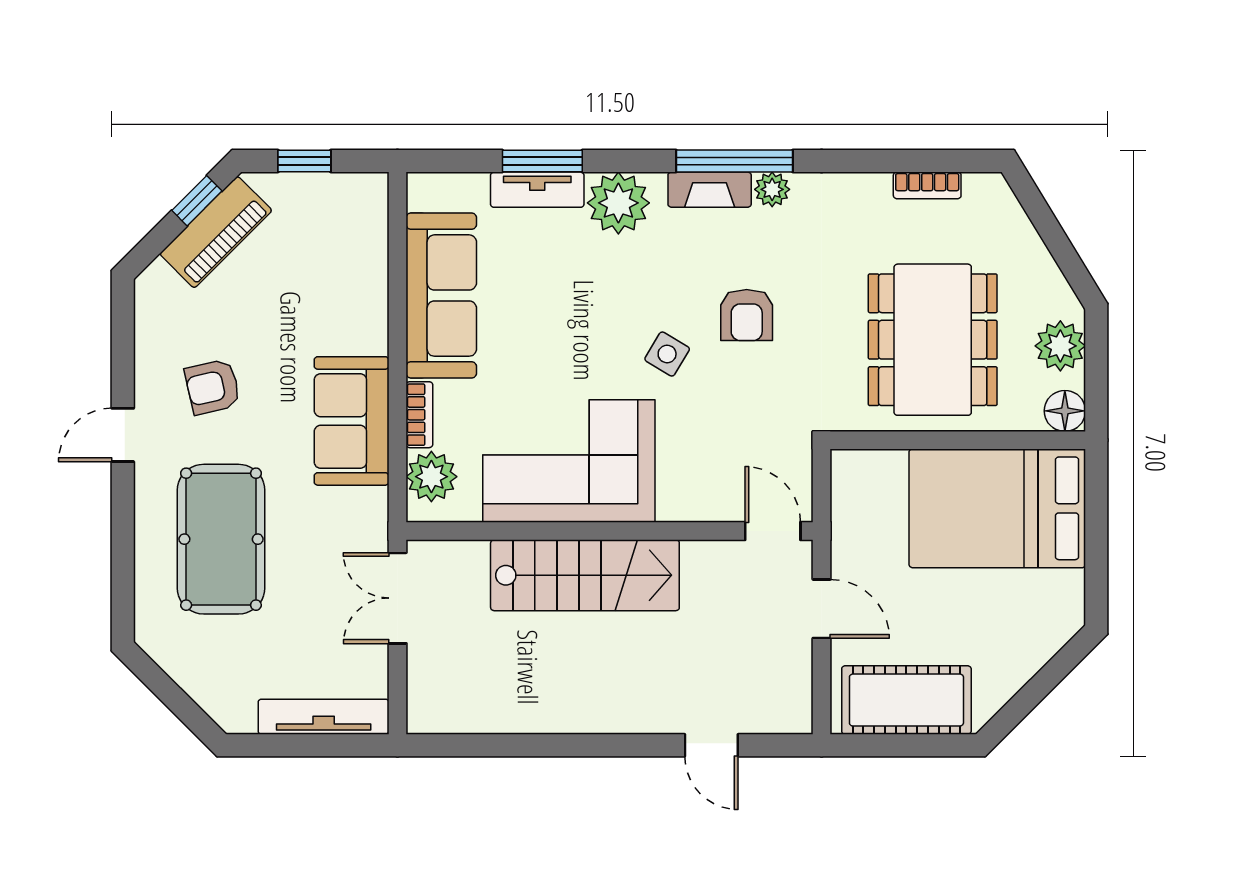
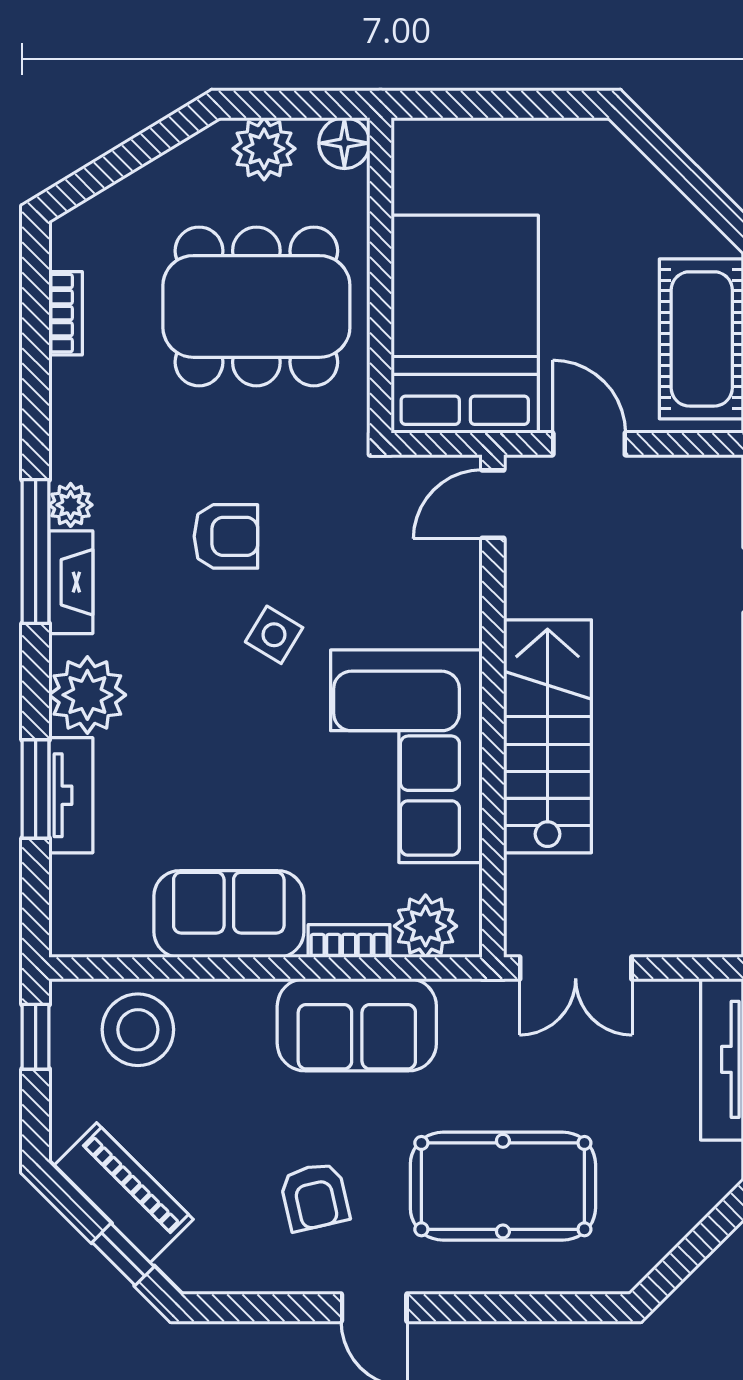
window: (304, 161) -> (36, 1037), moved
window: (197, 201) -> (123, 1254), moved
stool: (348, 244) -> (138, 1030), added
sofa: (441, 296) -> (229, 914), width x0.73
bed: (997, 508) -> (465, 324), moved, turned 180
door: (822, 609) -> (589, 444), hinge flipped

